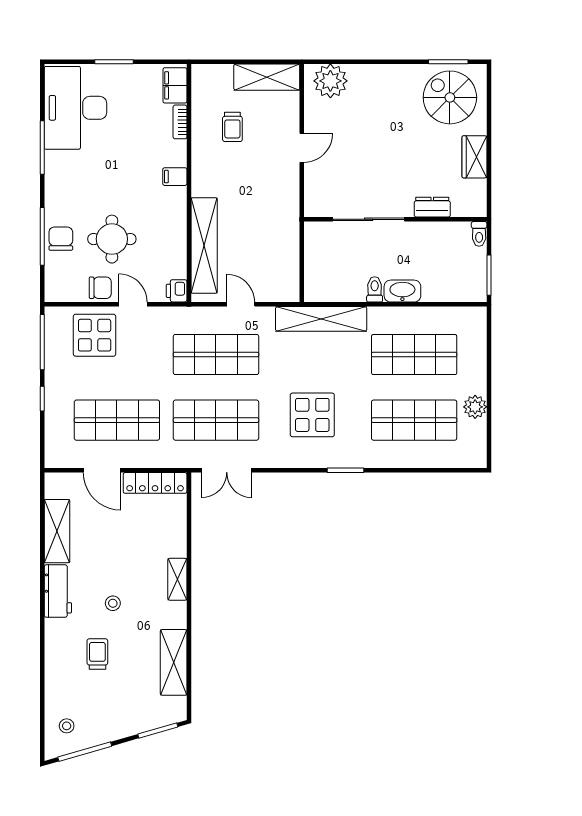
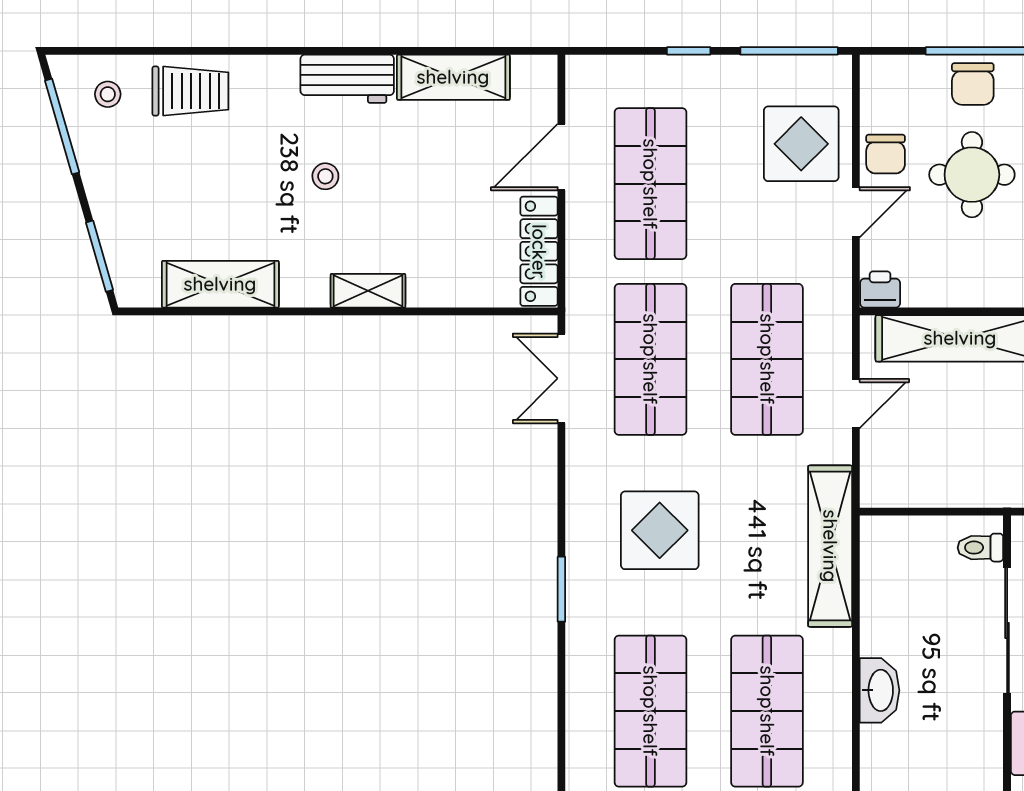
chair: (61, 239) -> (973, 84), turned 90
toilet: (375, 289) -> (980, 548), moved, turned 180
trolley: (97, 654) -> (190, 91), moved, width x1.36, depth x1.39

